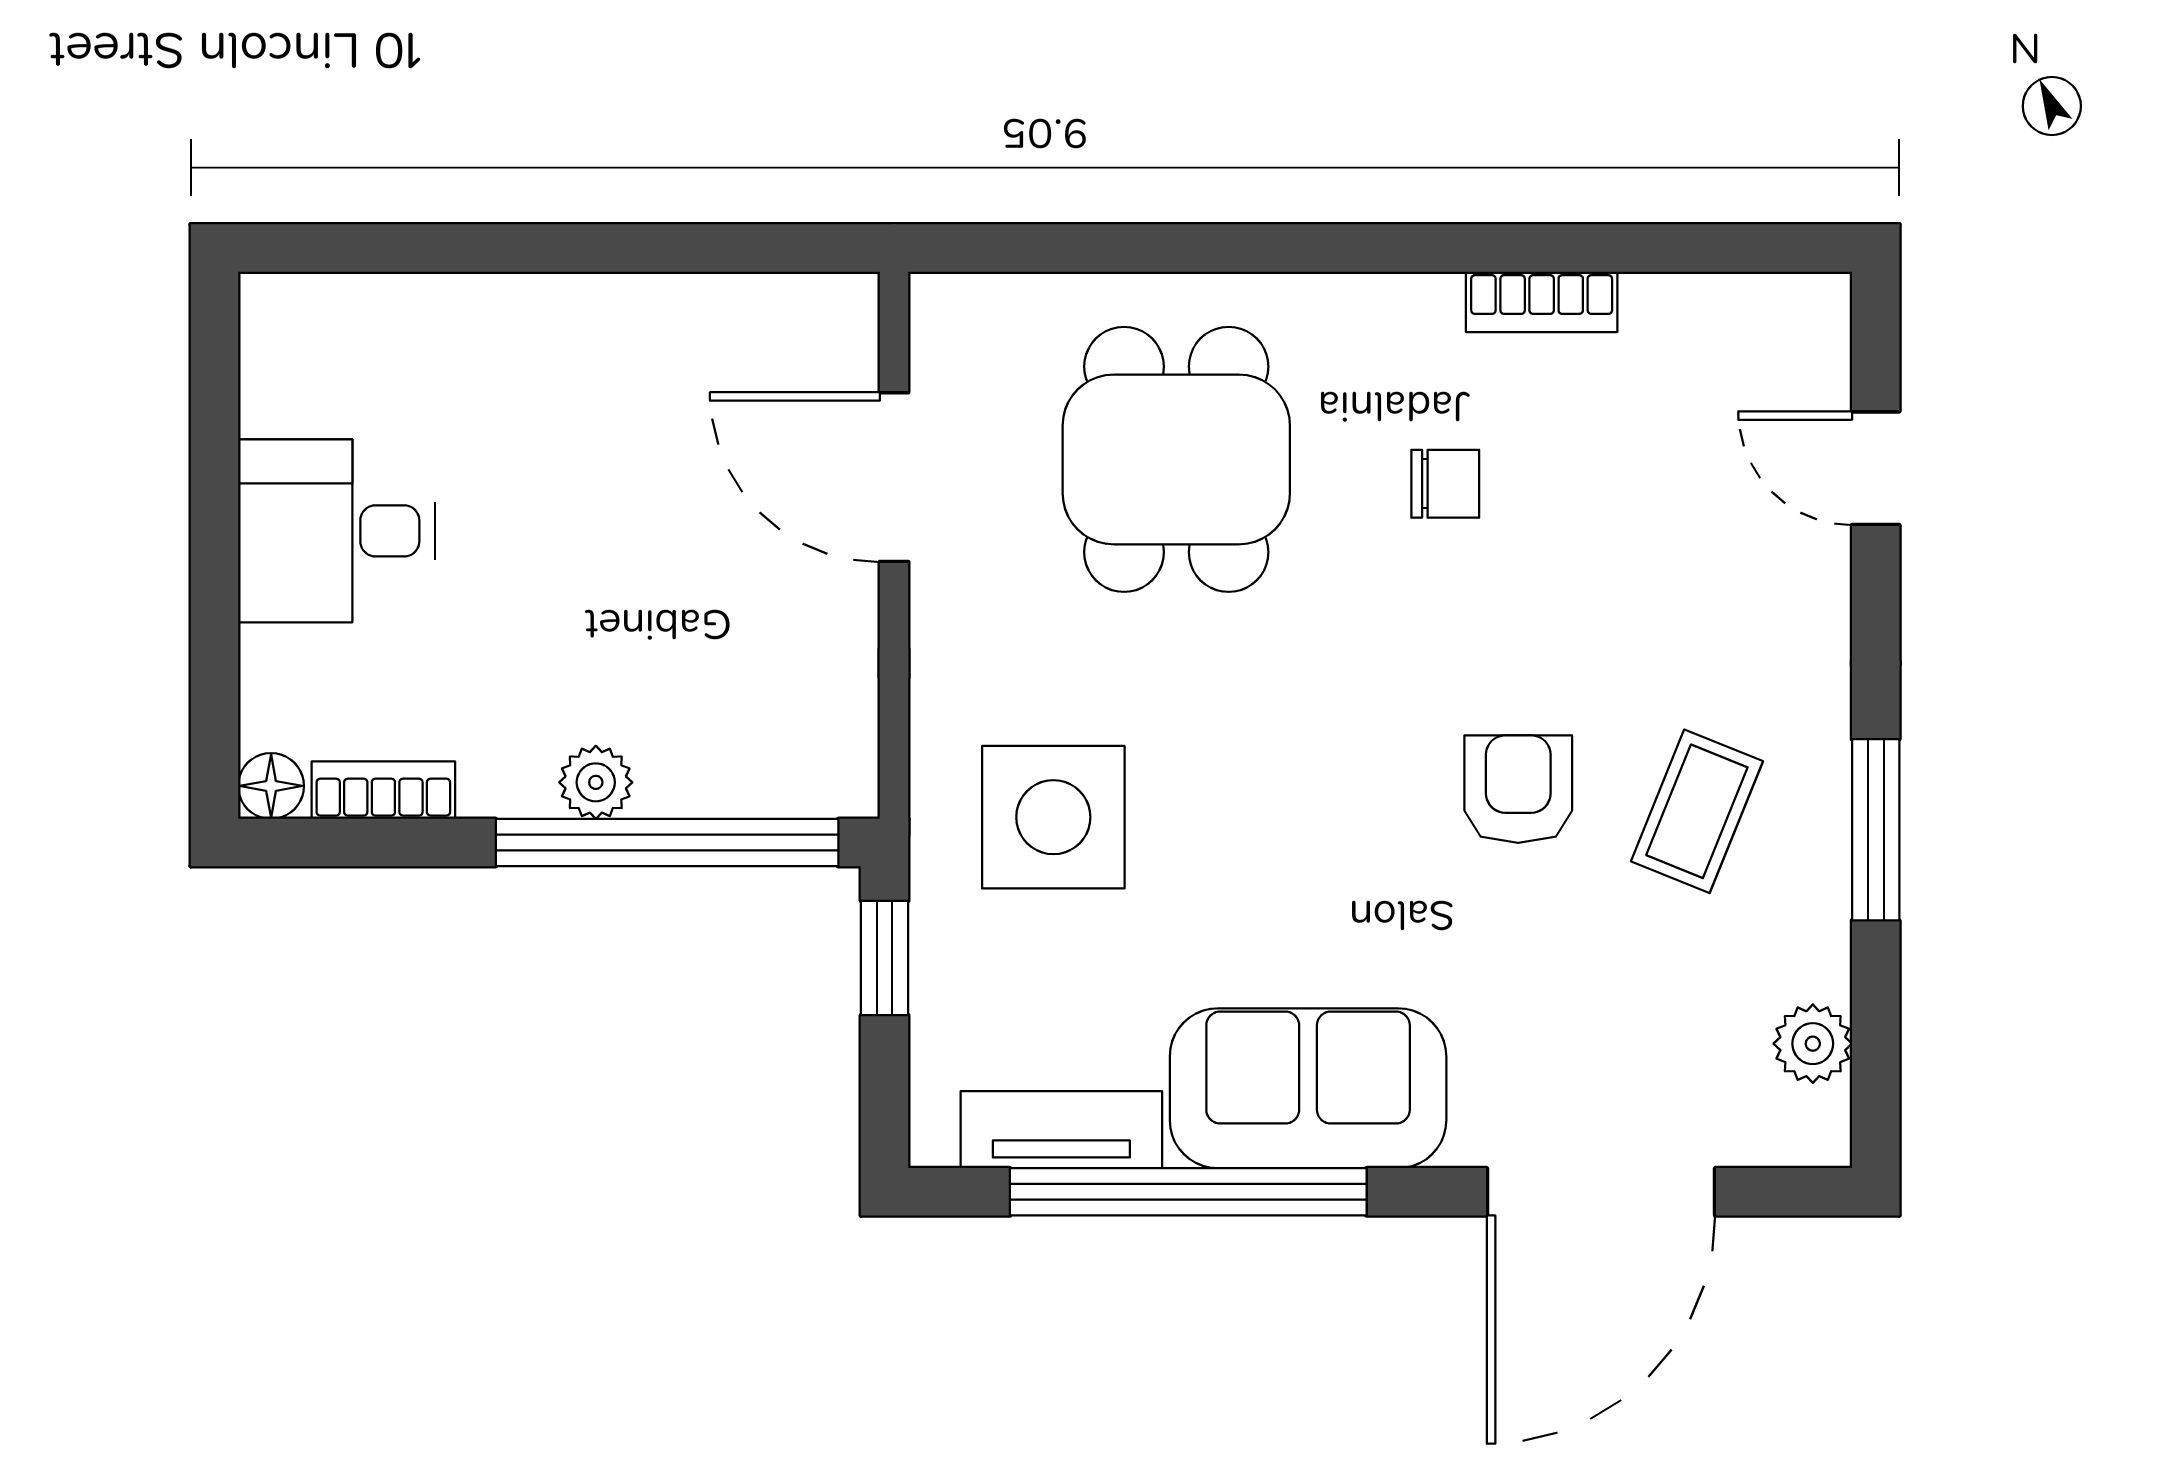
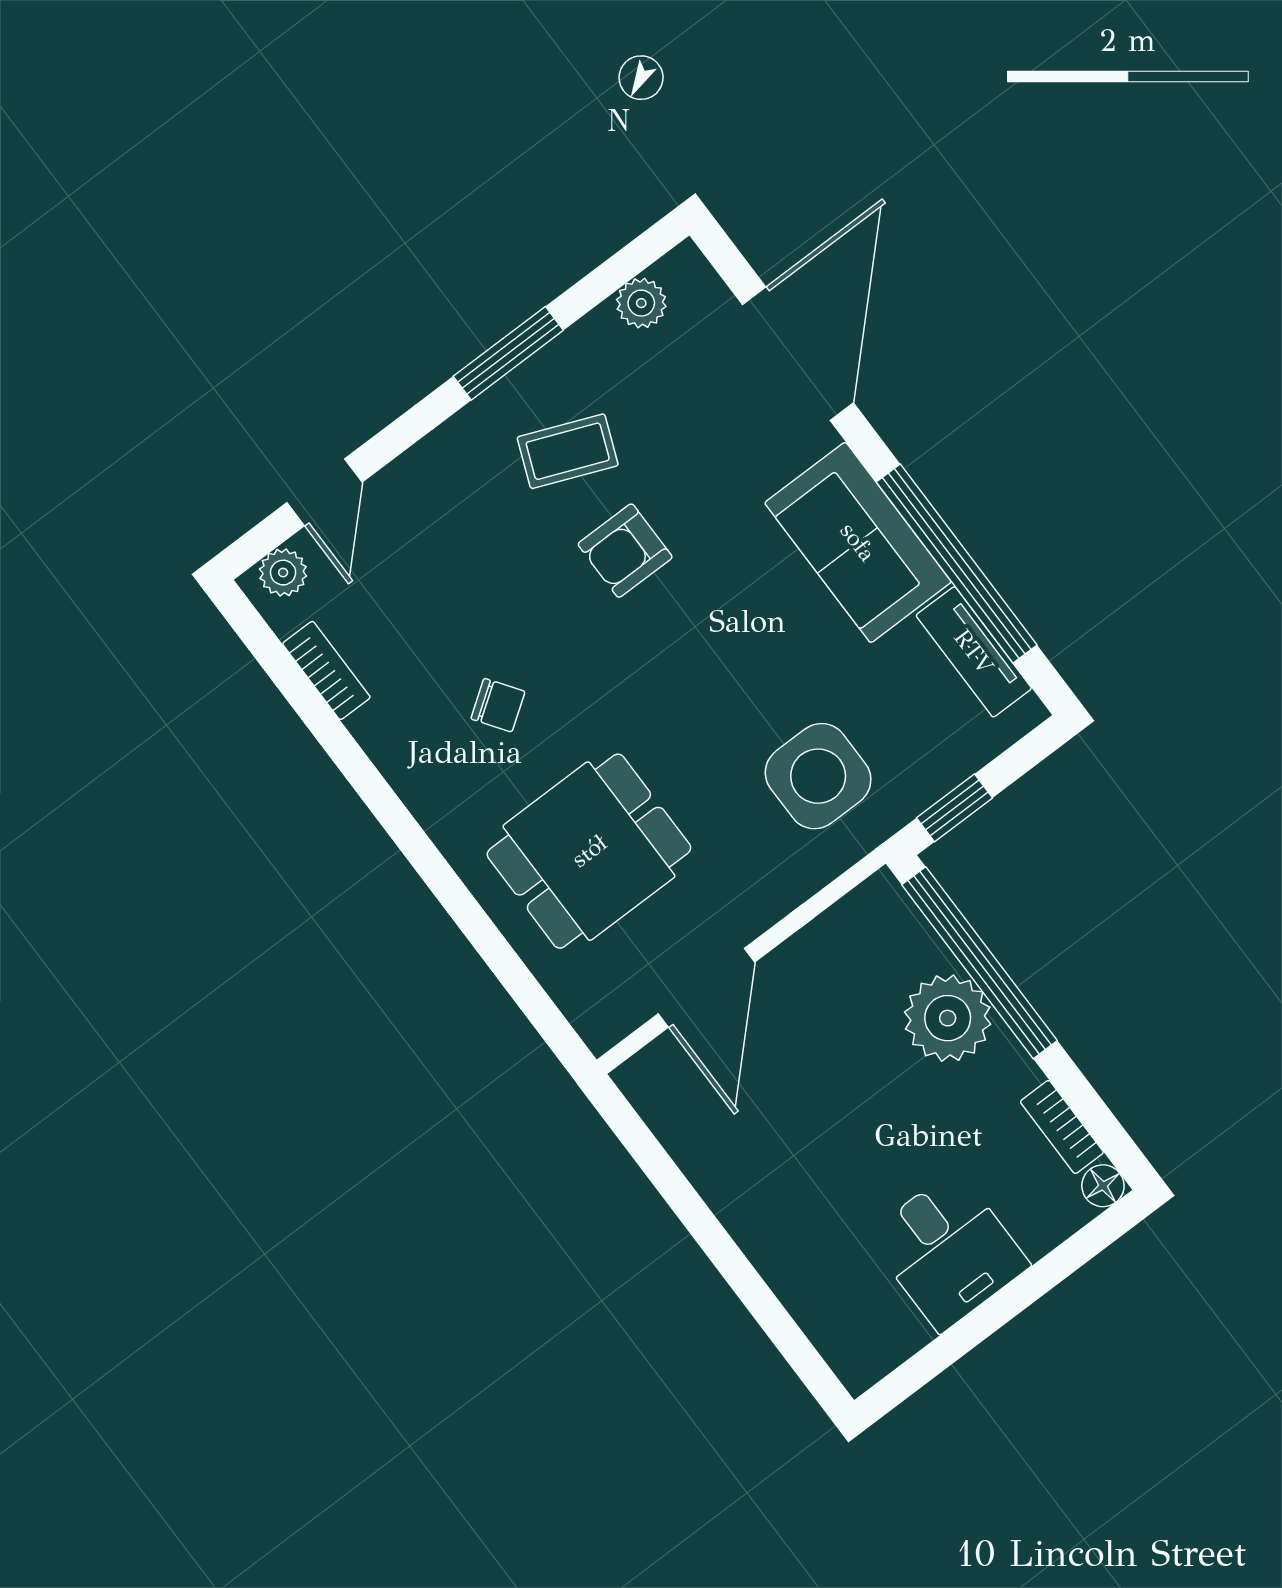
bookcase: (1542, 302) -> (326, 670), moved
plant: (1815, 340) -> (283, 573), added
chair: (1445, 484) -> (498, 705), turned 145
plant: (596, 782) -> (948, 1018), width x1.87, depth x1.87
door: (1601, 1192) -> (798, 354), hinge flipped

